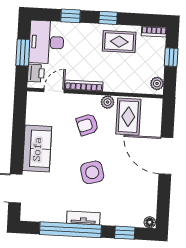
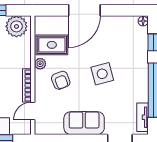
printer: (36, 73) -> (18, 128), removed
plant: (157, 83) -> (16, 26), width x1.87, depth x1.87
door: (54, 91) -> (33, 111), hinge flipped
tv unit: (83, 218) -> (142, 117), moved

